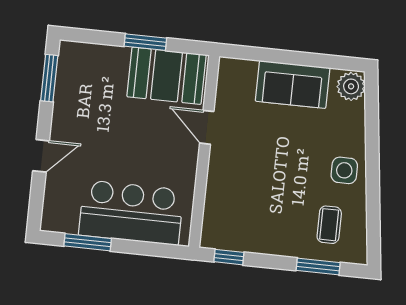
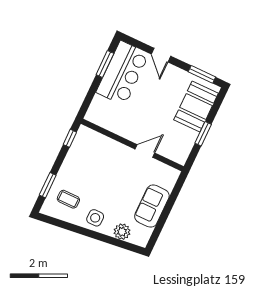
booth: (166, 76) -> (196, 107), moved
plant: (351, 86) -> (122, 232), moved
bar counter: (131, 213) -> (123, 73), moved

